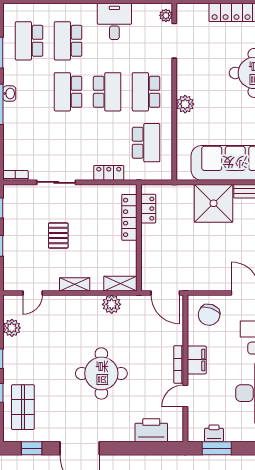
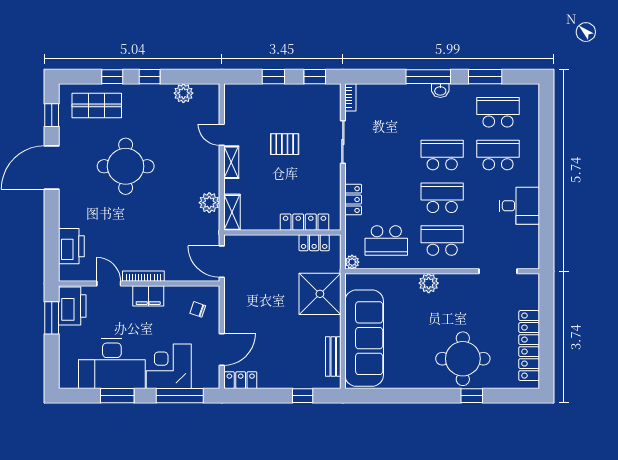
plant: (166, 15) -> (352, 262), moved
school desk: (107, 92) -> (442, 198), turned 180
shower: (214, 203) -> (320, 294), moved
door: (33, 293) -> (222, 135), moved
door: (165, 293) -> (222, 262), hinge flipped
chair: (209, 315) -> (198, 309), width x0.54, depth x0.54
round table: (101, 373) -> (126, 166), moved
printer: (214, 433) -> (72, 306), width x1.87, depth x1.48

